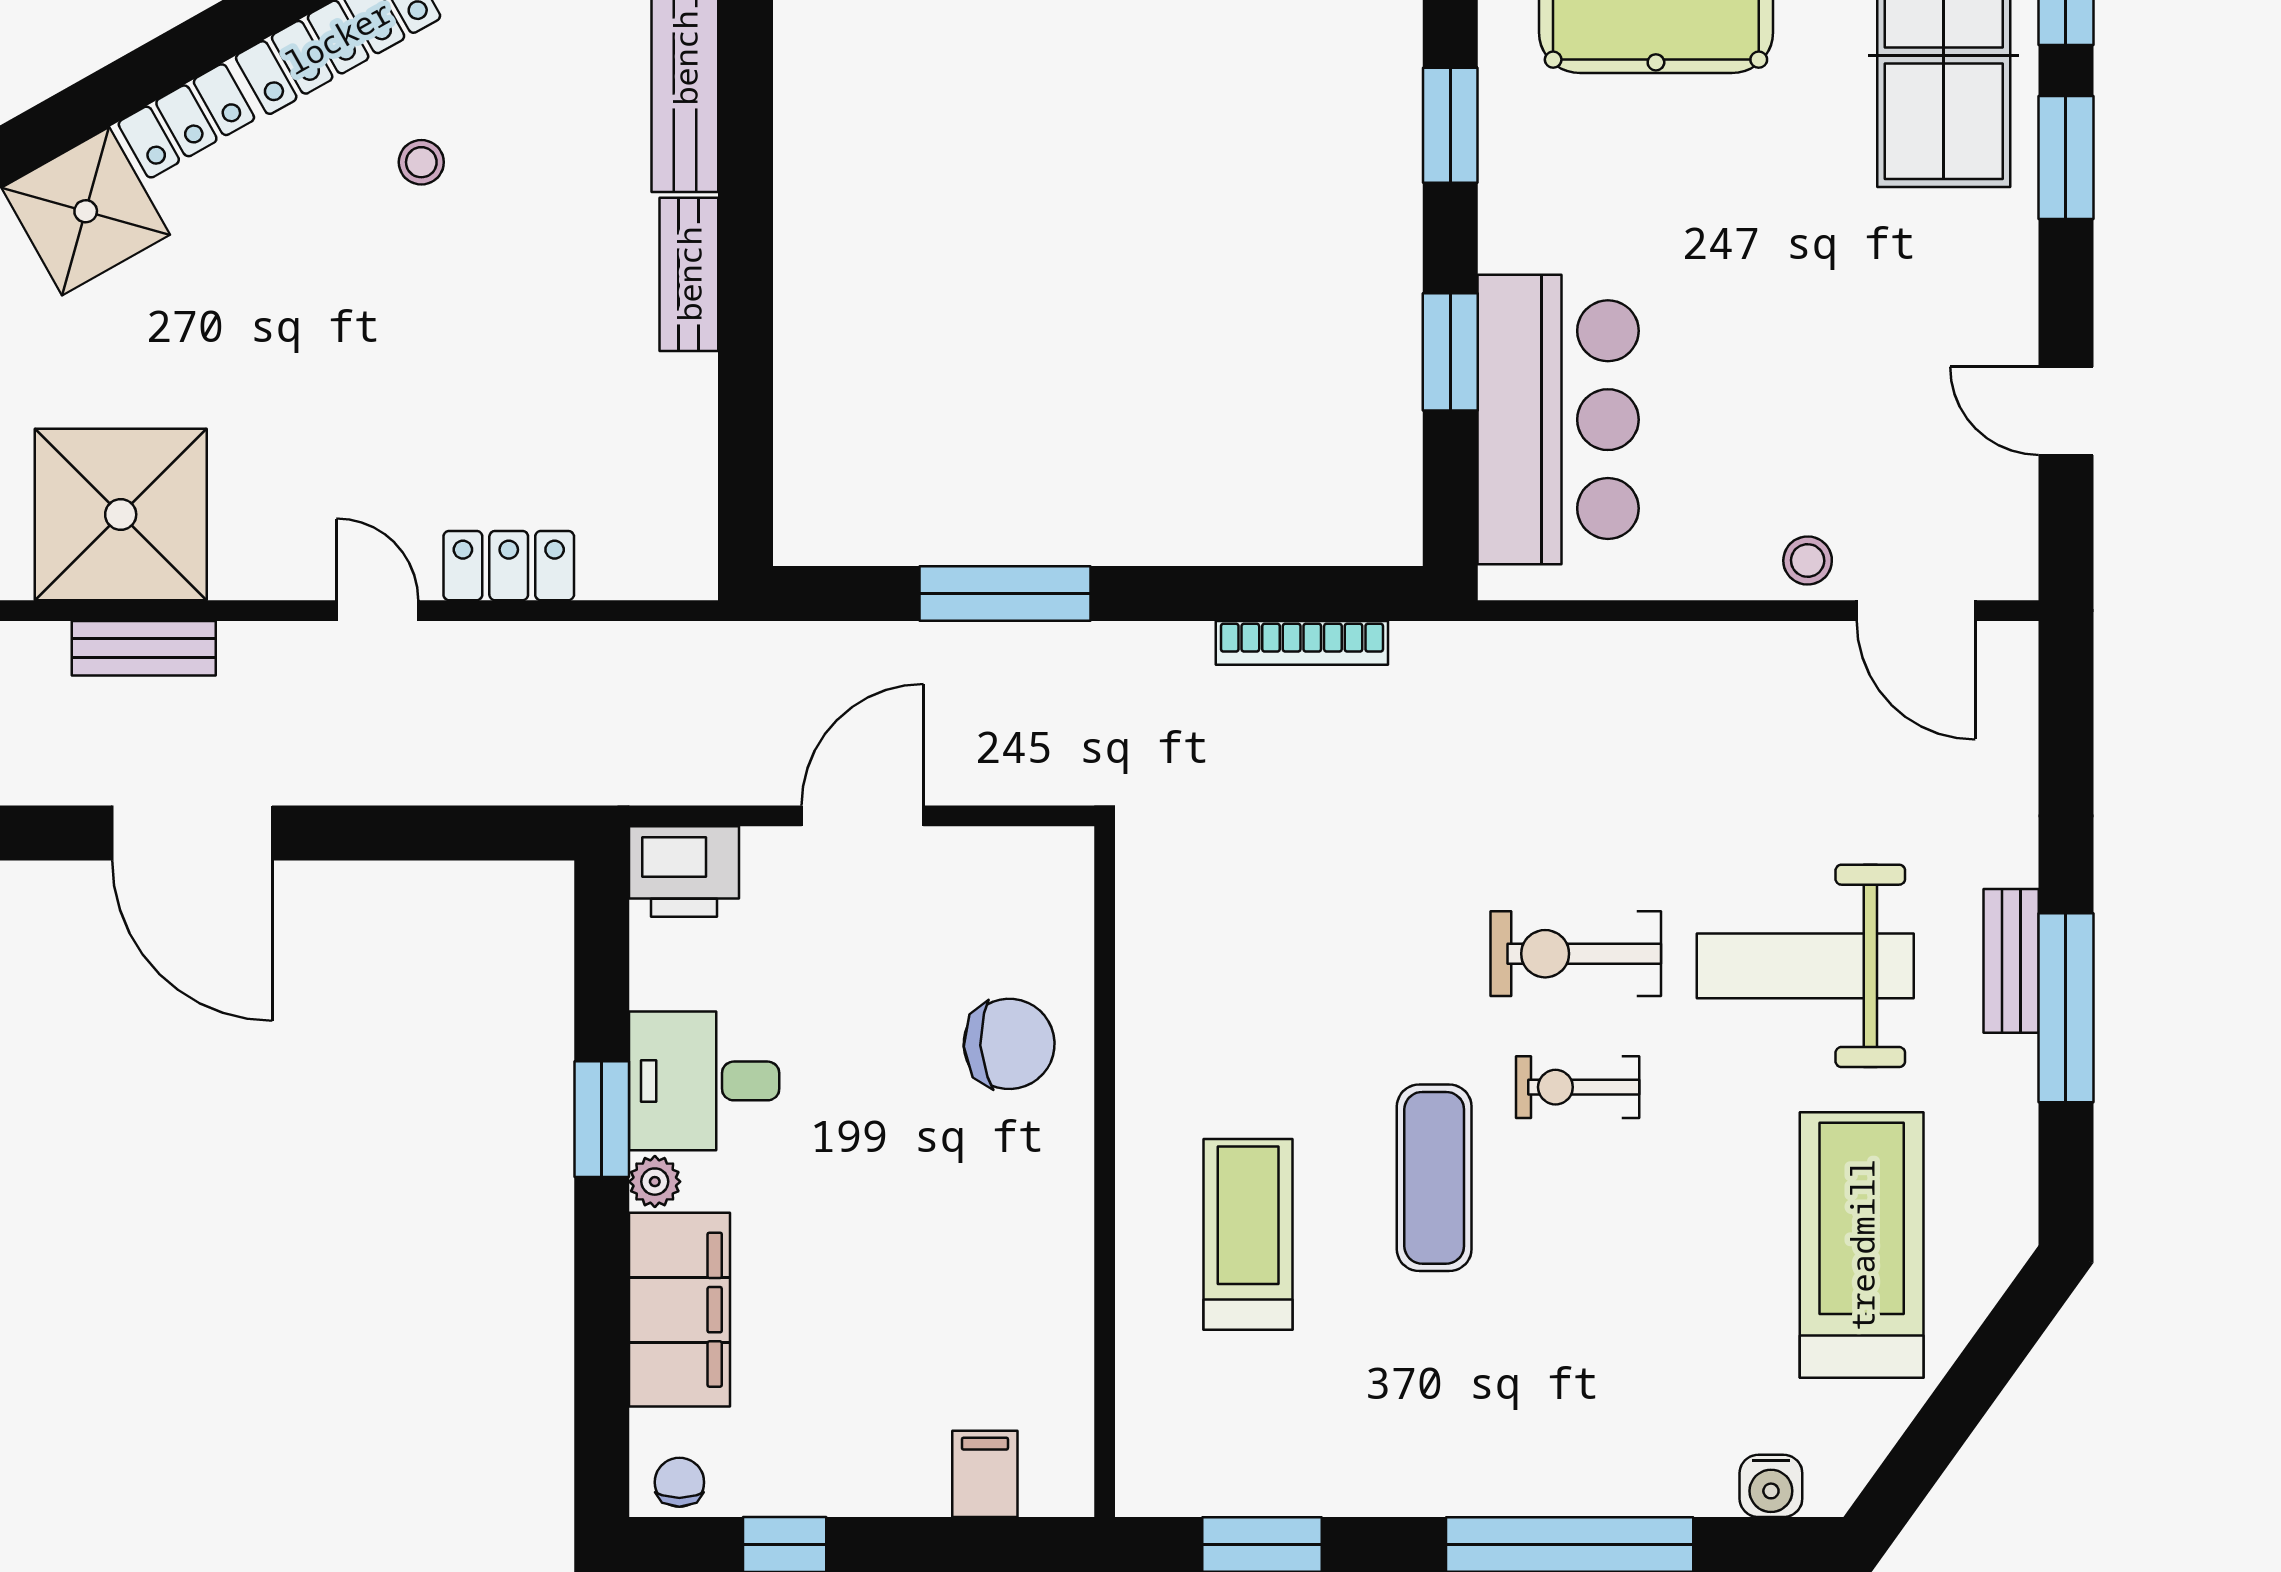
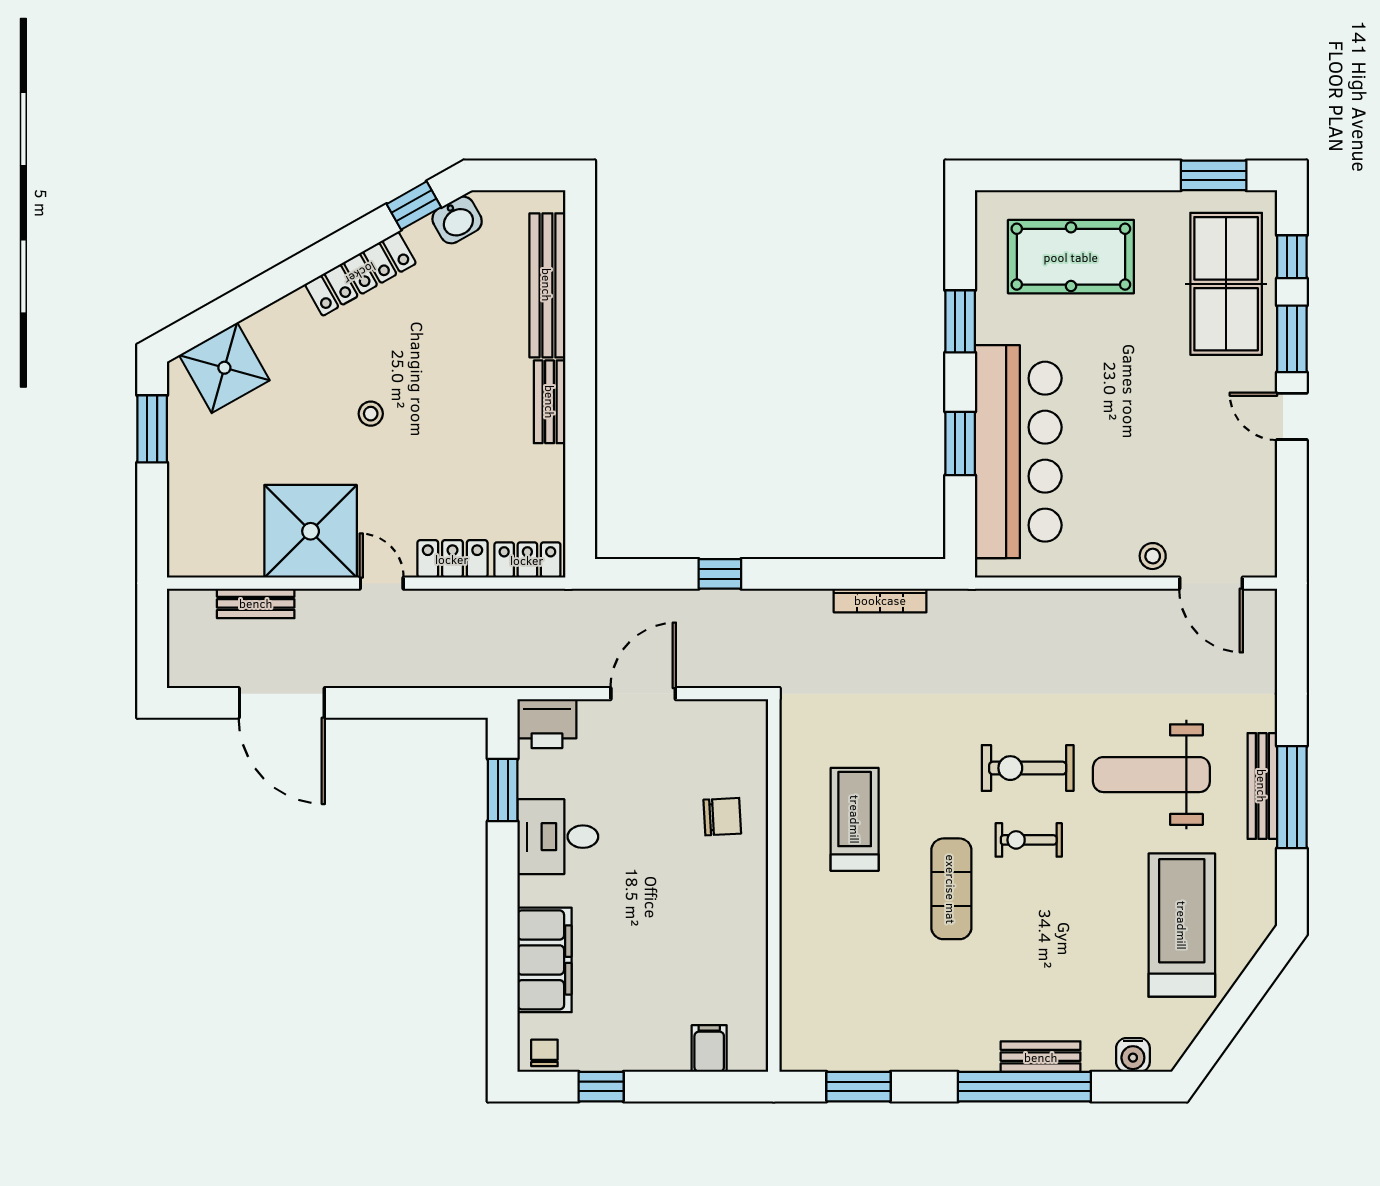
locker: (186, 121) -> (527, 560), moved, turned -151
stool: (421, 162) -> (371, 414), moved
door: (2066, 411) -> (1292, 416), moved
bar counter: (1558, 420) -> (1018, 452), width x1.36
shower: (121, 514) -> (311, 531), moved
window: (1005, 594) -> (720, 574), width x0.46
bench: (2011, 961) -> (1262, 786), width x1.36
chair: (1009, 1044) -> (722, 817), width x0.73, depth x0.73
window: (602, 1119) -> (503, 790), moved
plant: (655, 1182) -> (531, 891), removed
treadmill: (1248, 1234) -> (855, 819), moved
bench: (1600, 1489) -> (1041, 1057), added

